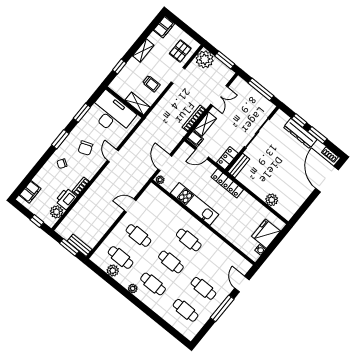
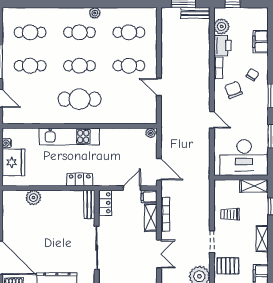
pallet: (180, 51) -> (228, 266), turned 90
double door: (219, 96) -> (159, 254), swing flipped
shelving: (138, 104) -> (254, 186), moved
chair: (85, 148) -> (233, 90), moved
door: (165, 163) -> (159, 169), moved
locker: (227, 183) -> (80, 180), width x0.66
filing cabinet: (30, 192) -> (261, 42), moved
kitchen unit: (194, 204) -> (69, 136), moved
door: (130, 205) -> (159, 87), swing flipped
cafe table: (189, 240) -> (80, 99), width x1.37, depth x1.35
bench: (80, 245) -> (195, 13), moved
plant: (113, 271) -> (126, 15), removed

